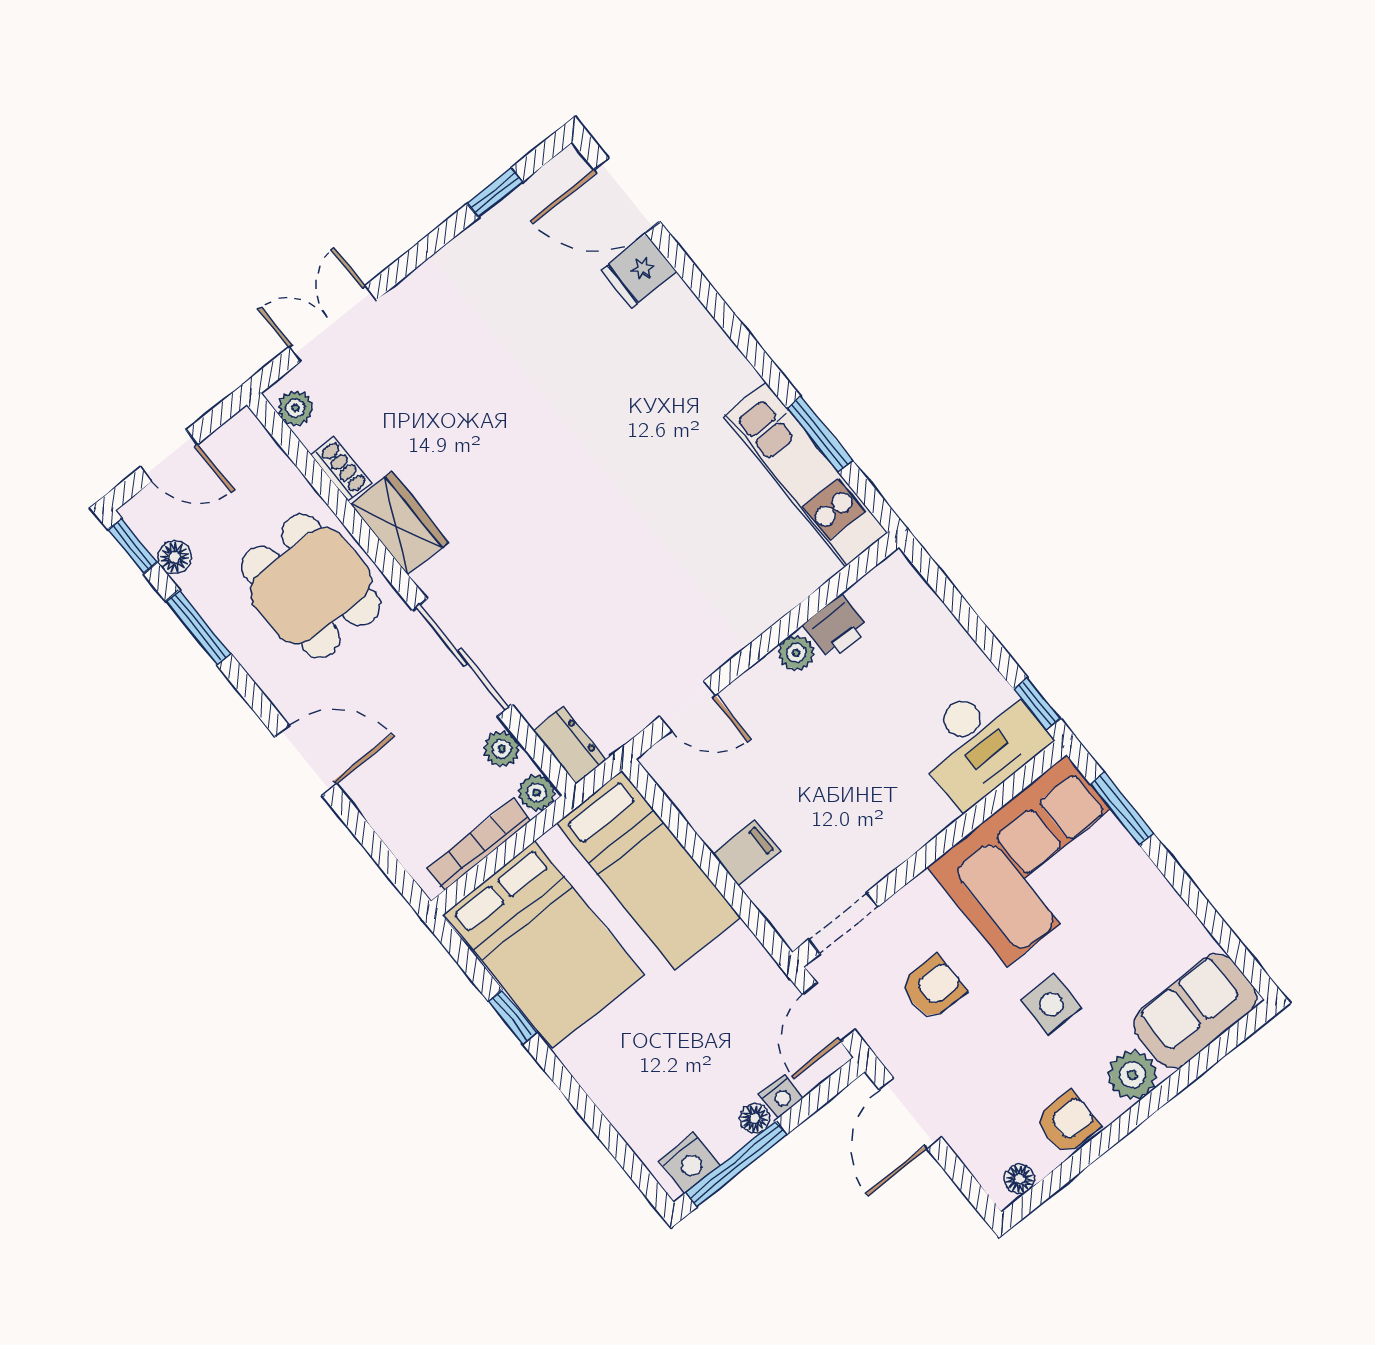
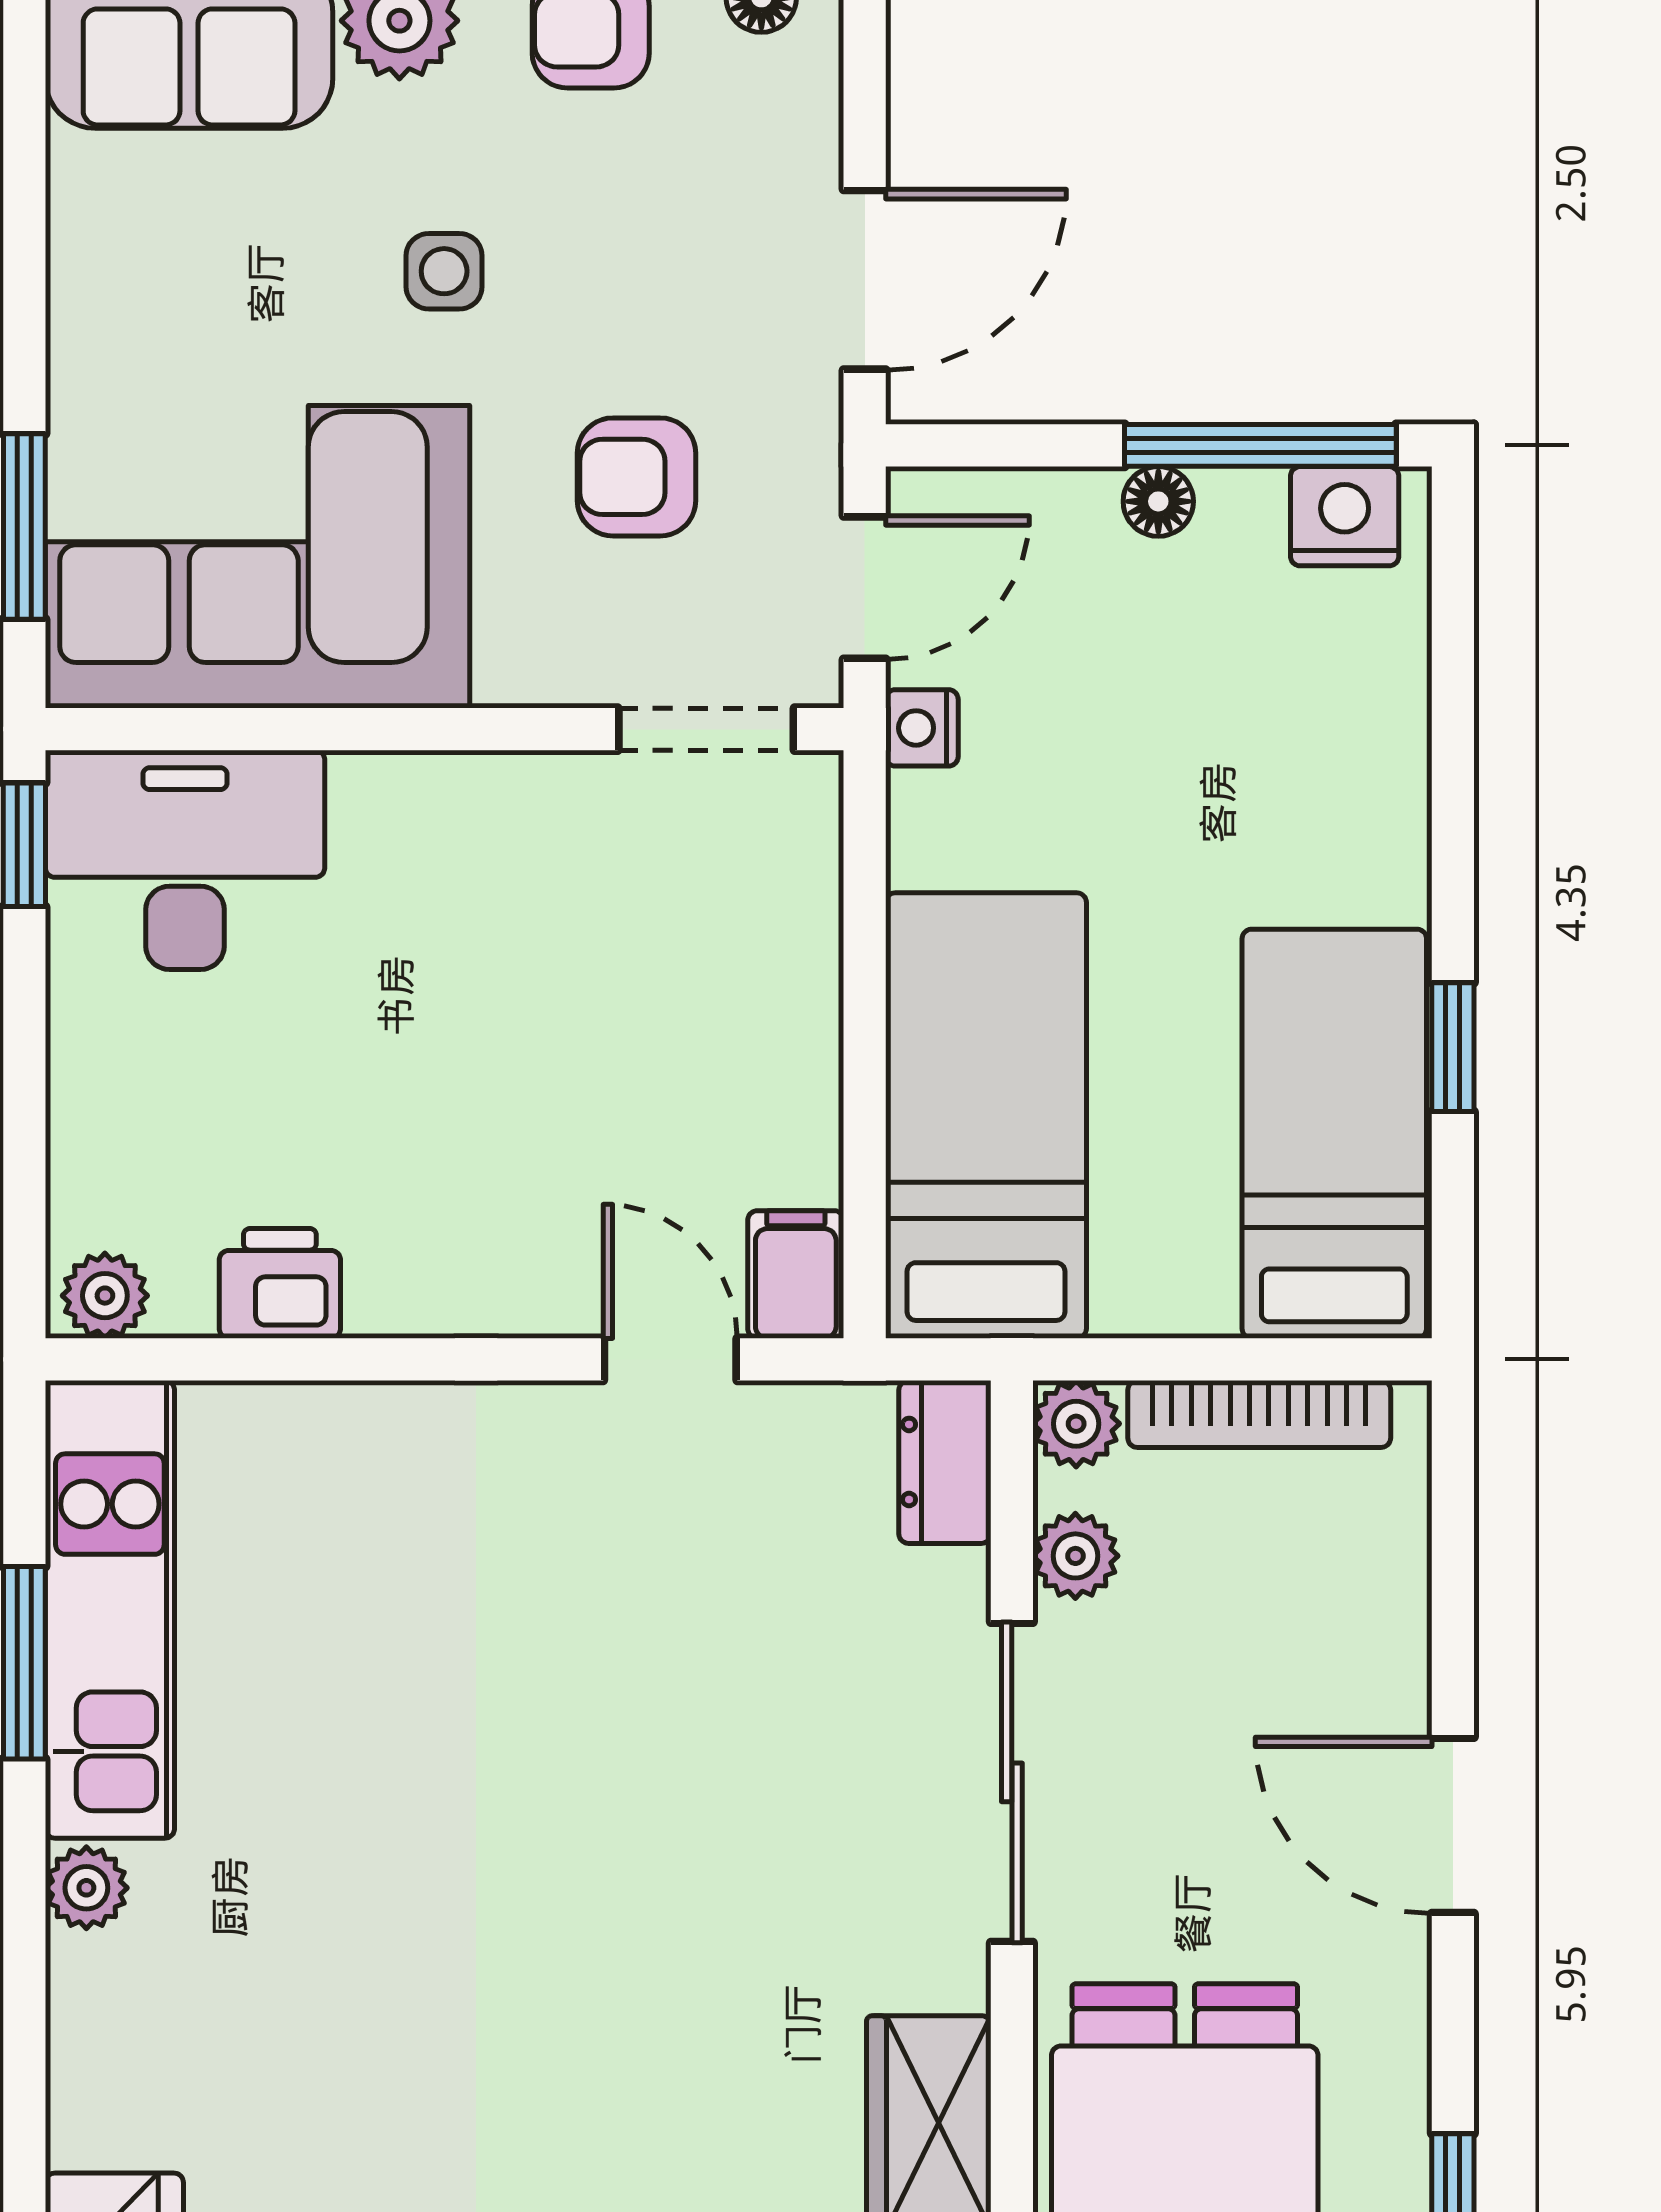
plant: (739, 377) -> (86, 1888), added
plant: (796, 653) -> (105, 1296), moved
filing cabinet: (746, 853) -> (796, 1274), moved, turned 90
bed: (544, 945) -> (1334, 1134), width x0.67
side table: (1051, 1004) -> (444, 271), width x0.73, depth x0.73
nightstand: (781, 1096) -> (922, 728), moved, turned -90

